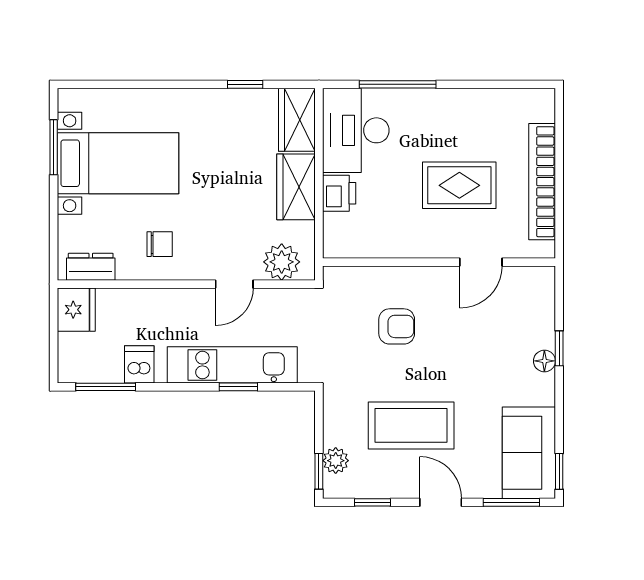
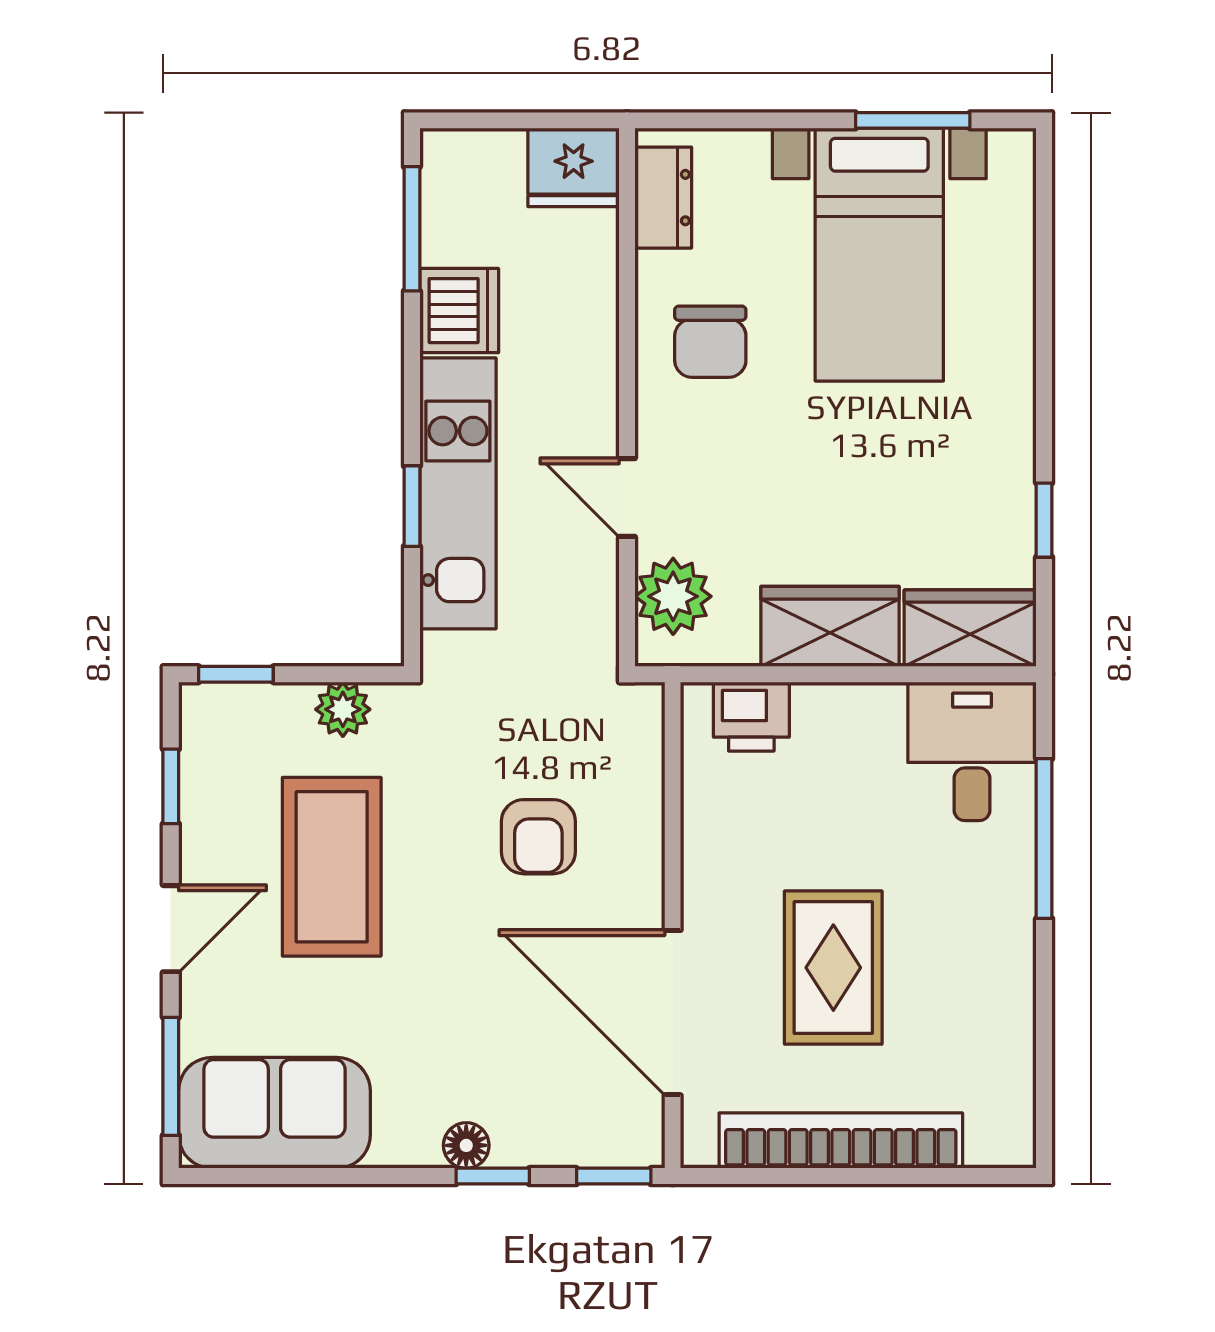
desk: (356, 130) -> (972, 751), width x0.73
printer: (339, 193) -> (751, 717), moved
chair: (160, 244) -> (710, 342), width x1.37, depth x1.37
door: (481, 262) -> (673, 1013), width x1.88
dishwasher: (139, 364) -> (459, 311), width x1.38
plant: (336, 461) -> (343, 709), moved
window: (559, 471) -> (614, 1176), moved

